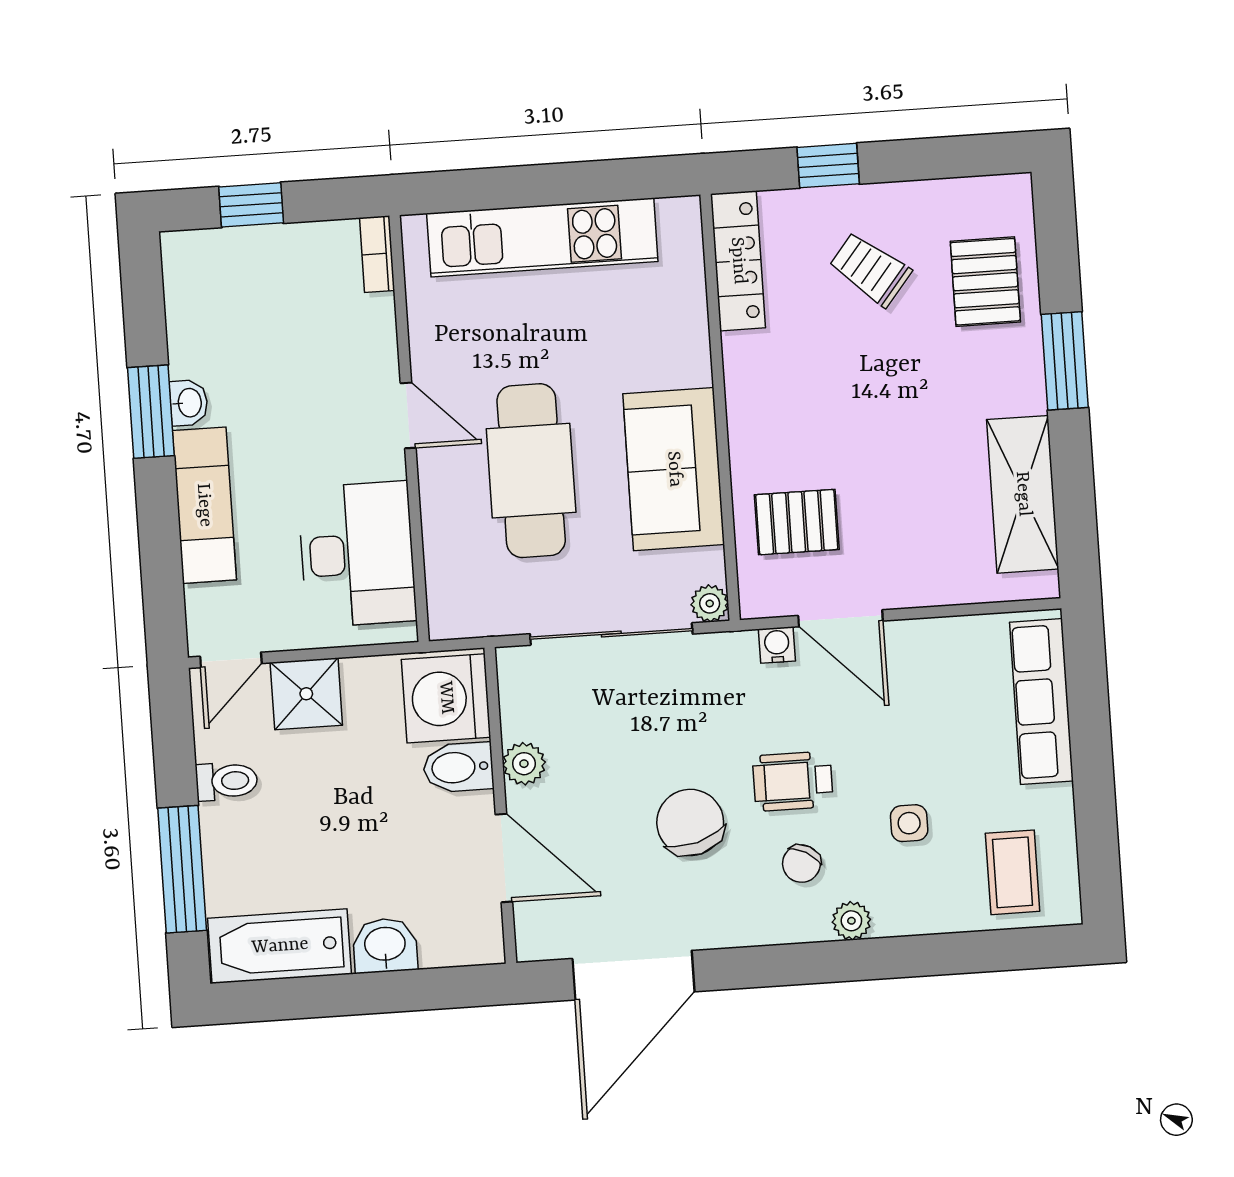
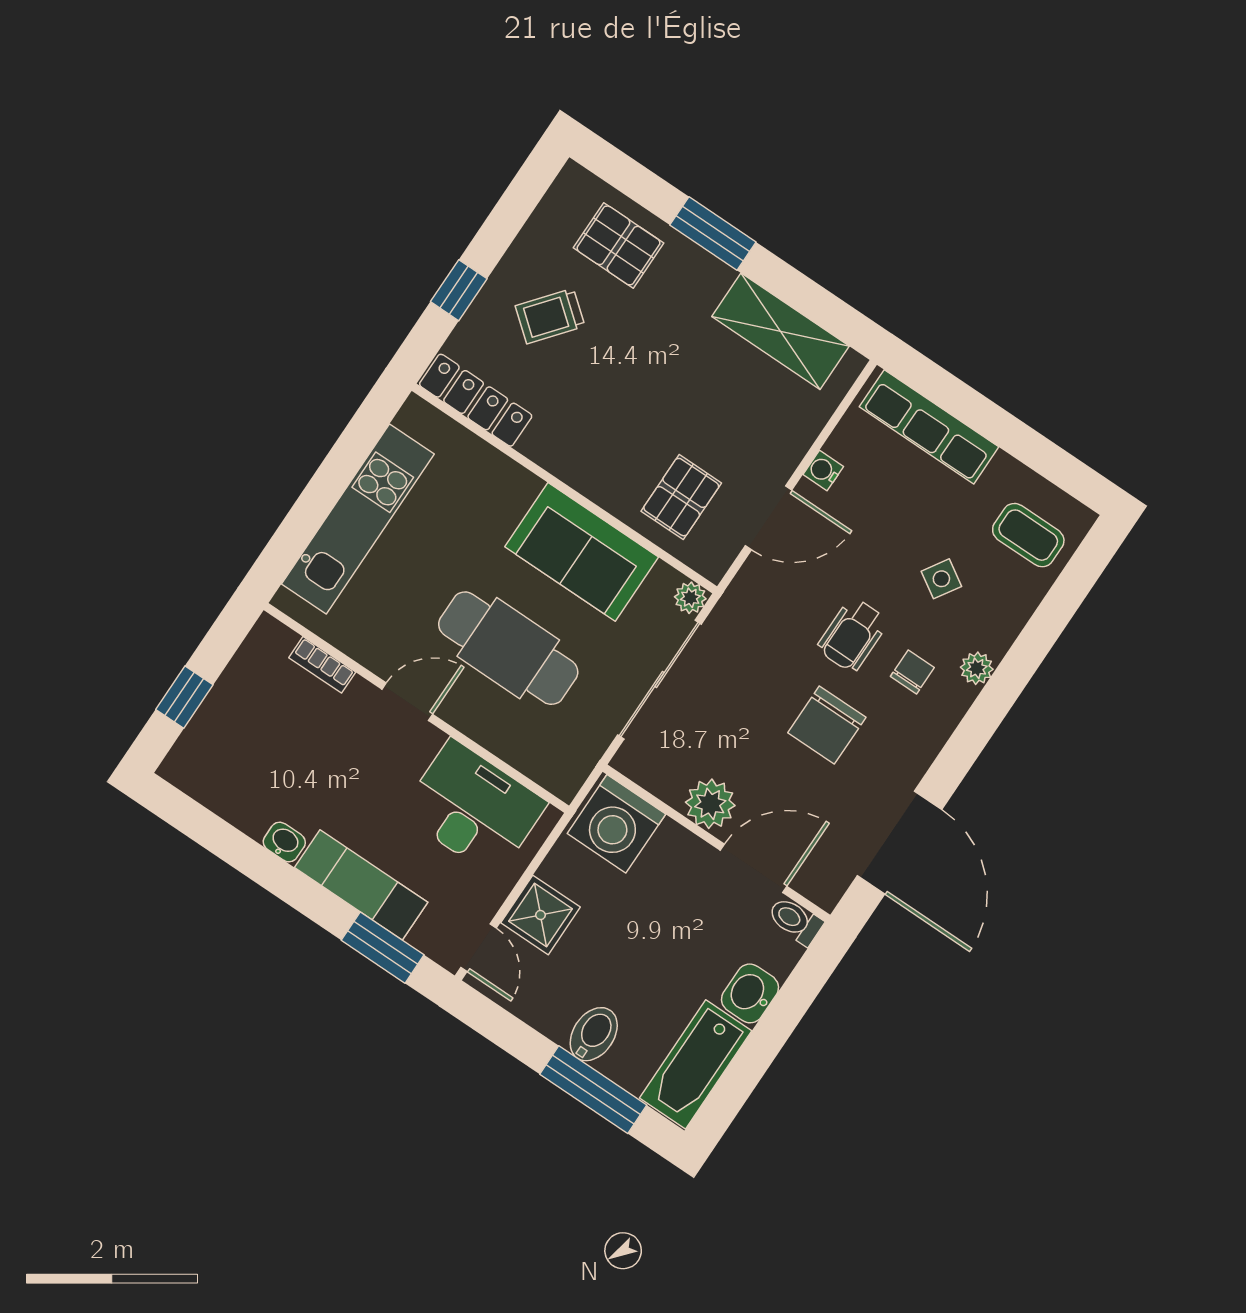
bookcase: (377, 254) -> (322, 665), moved
window: (151, 412) -> (383, 948), moved
water cooler: (777, 645) -> (823, 471), moved
plant: (524, 764) -> (710, 804), width x1.38, depth x1.38
bidet: (458, 767) -> (594, 1034), moved, turned 180
toilet: (227, 781) -> (795, 921), moved, turned -90
chair: (690, 823) -> (827, 725), turned -74
side table: (909, 823) -> (941, 579), turned 32
chair: (801, 864) -> (912, 672), turned -119

